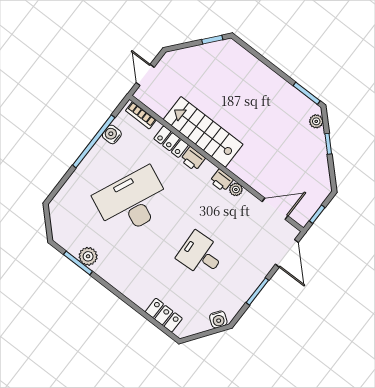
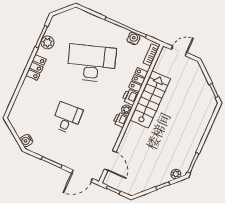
plant: (236, 189) -> (126, 109), moved
desk: (132, 202) -> (92, 63), turned -42
locker: (164, 315) -> (36, 67), moved

